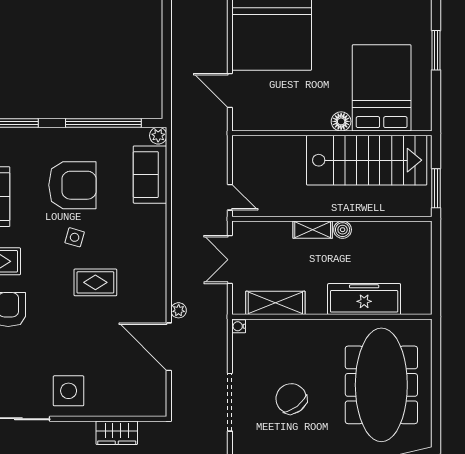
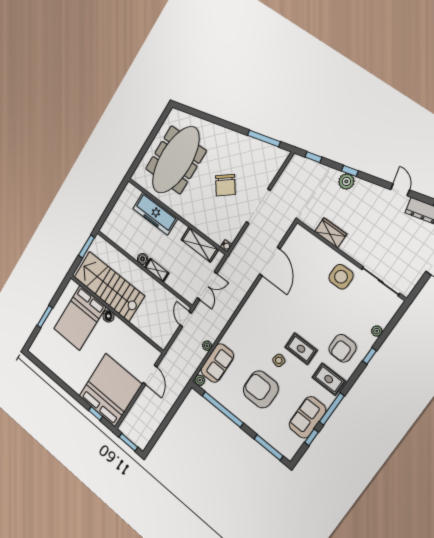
rug: (95, 282) -> (301, 349), moved
plant: (179, 310) -> (207, 346), moved

